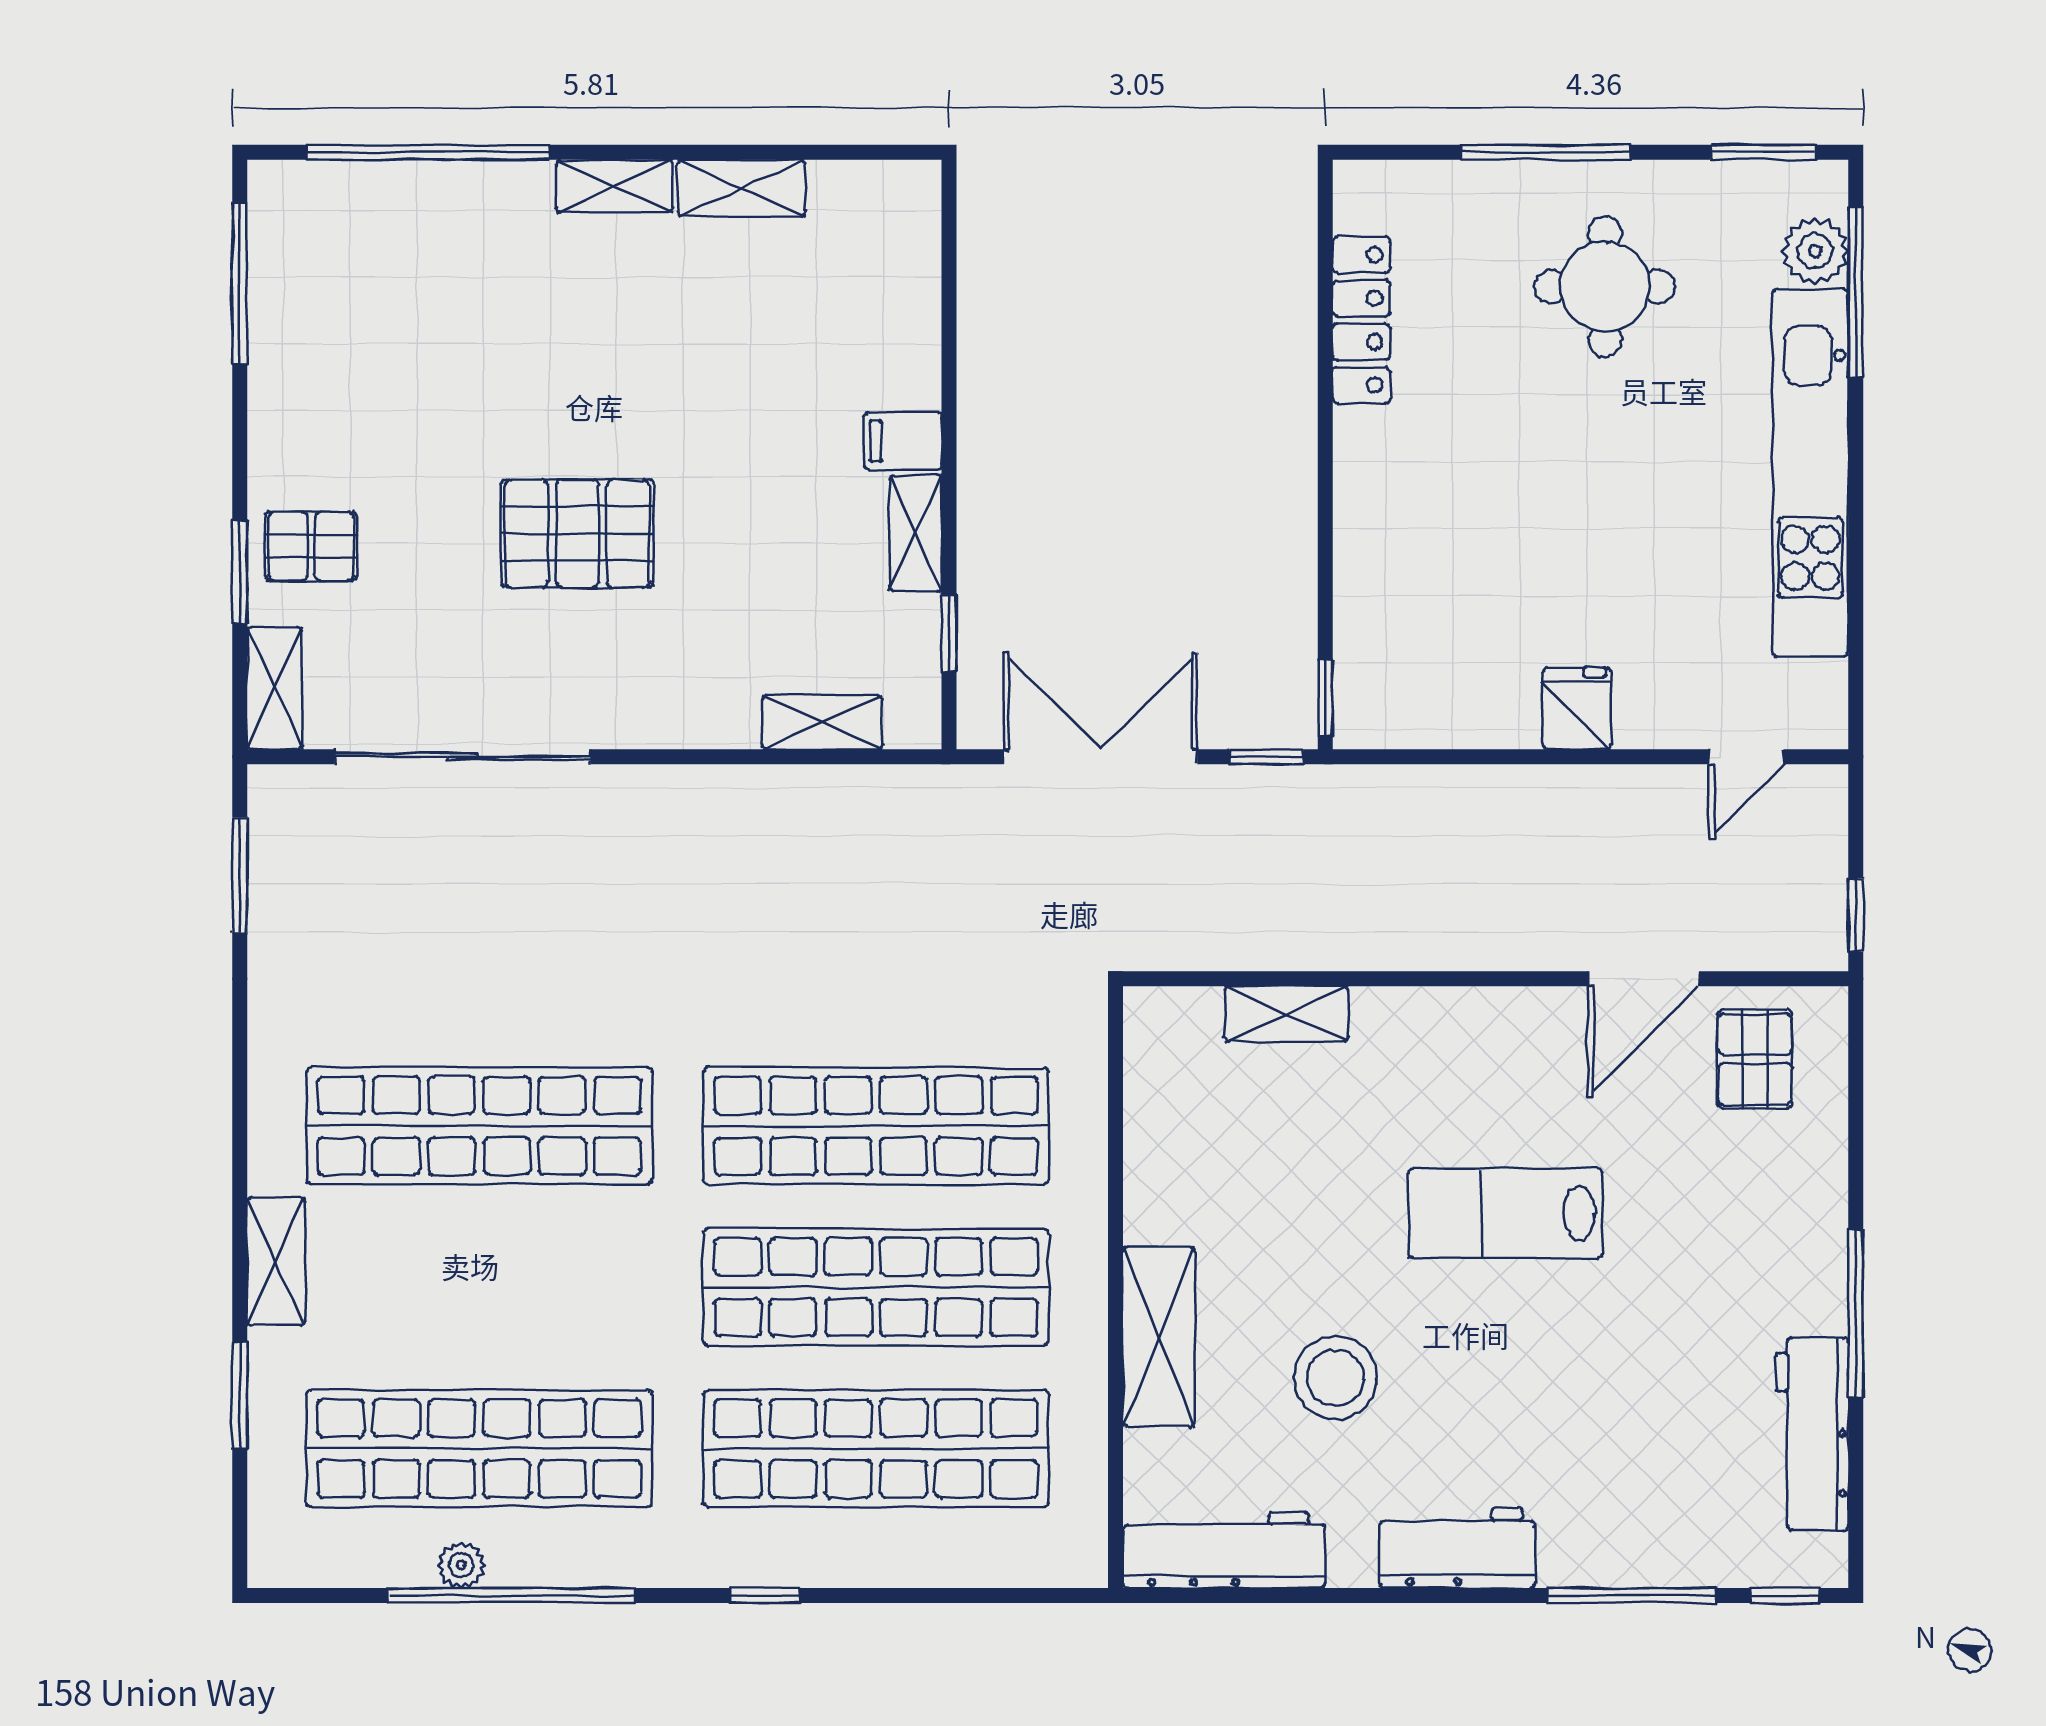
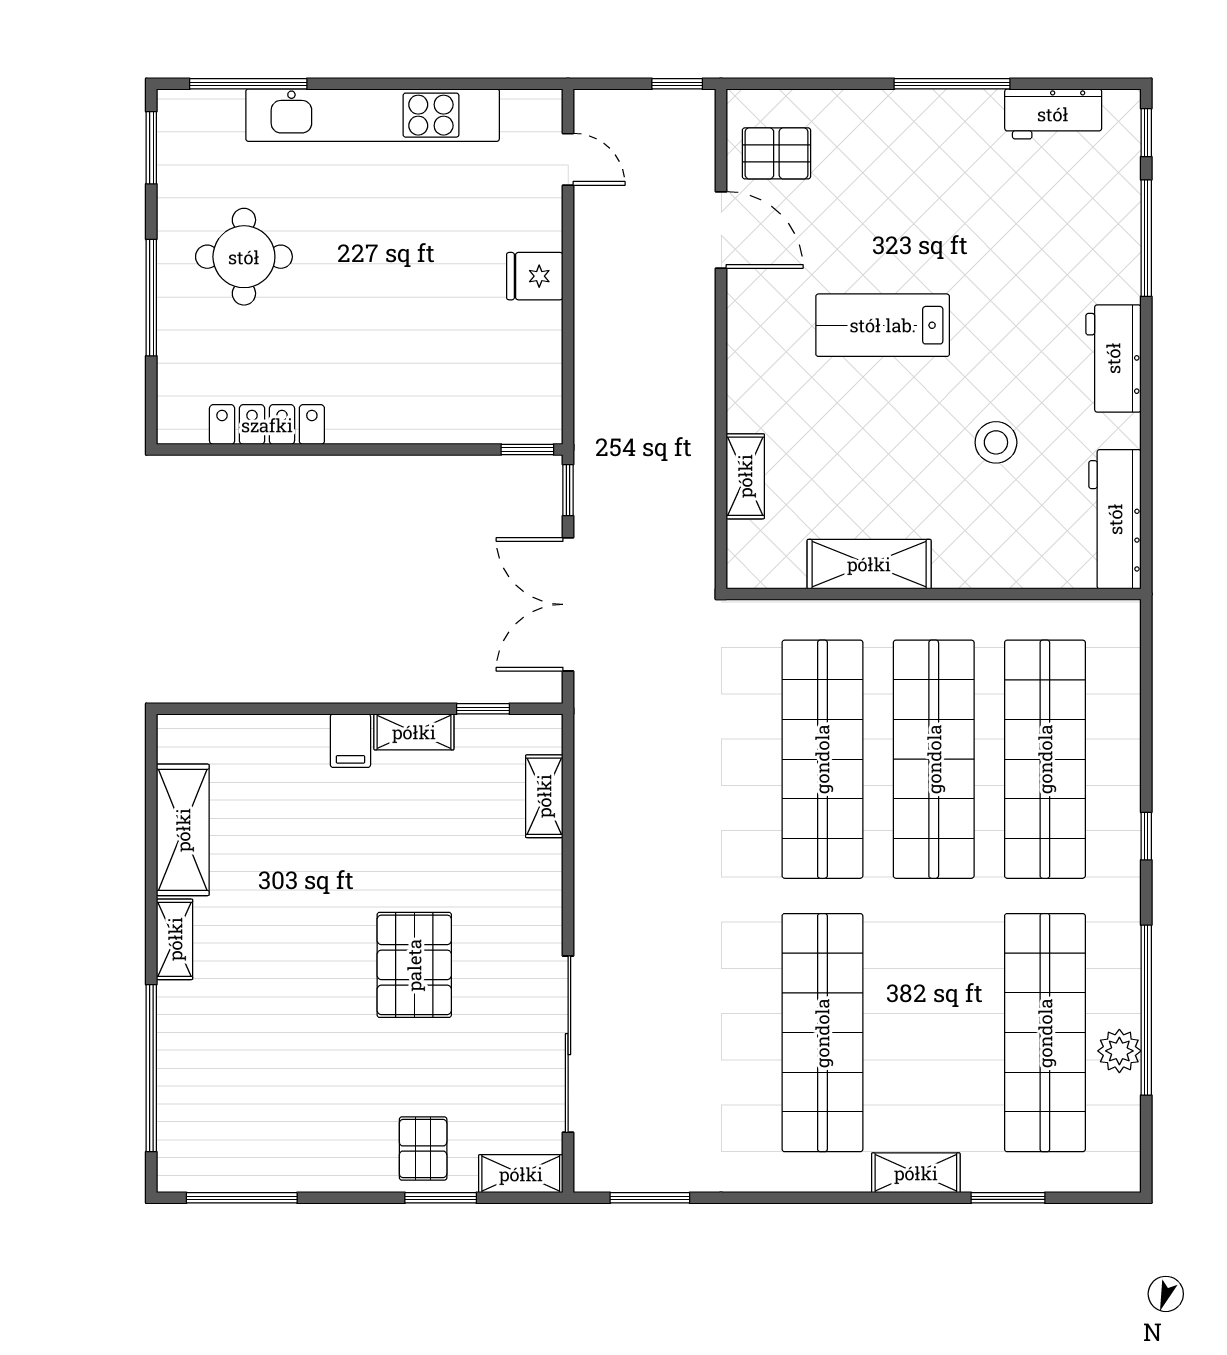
shelving: (742, 188) -> (183, 830), width x1.50, depth x1.33
plant: (1815, 251) -> (220, 112), removed
lab bench: (1505, 1213) -> (883, 325), turned 90
shelving: (1159, 1337) -> (869, 564), moved
stool: (1335, 1378) -> (996, 442), width x0.73, depth x0.73
workbench: (1812, 1434) -> (1053, 114), width x0.73
plant: (461, 1565) -> (1119, 1051), width x1.38, depth x1.38

